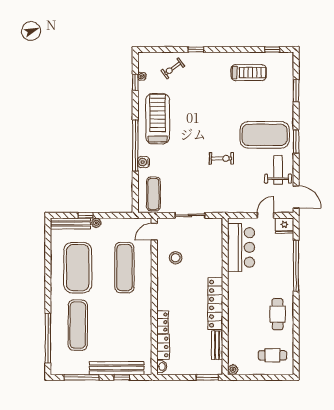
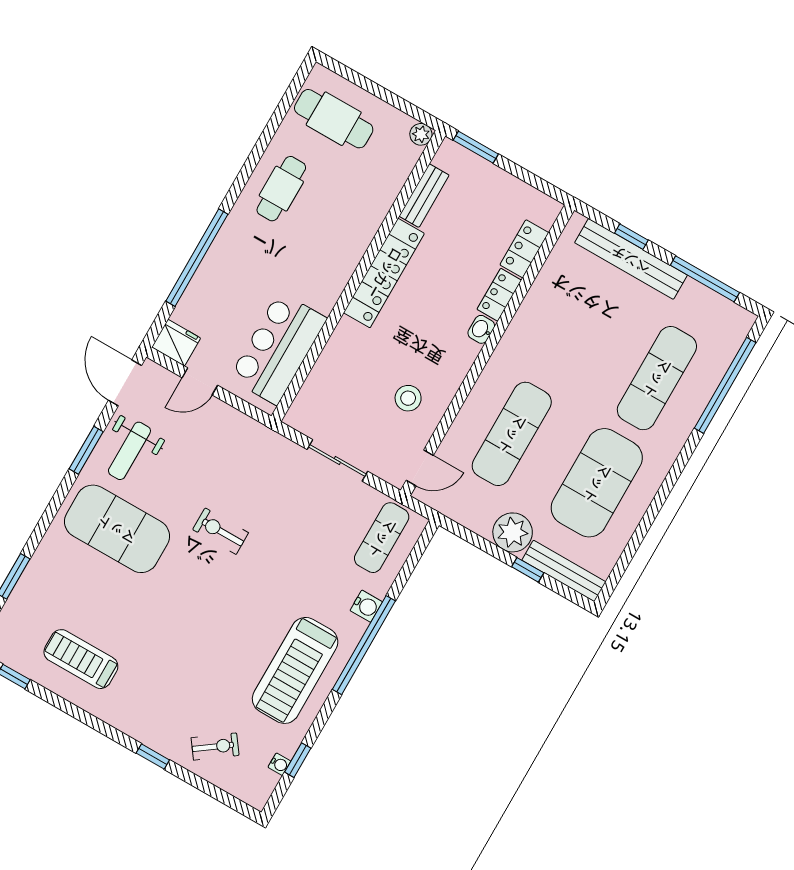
window: (296, 141) -> (86, 450), moved
plant: (96, 223) -> (513, 532), width x1.88, depth x1.88
cafe table: (273, 355) -> (334, 119), width x1.37, depth x1.35
washbasin: (162, 367) -> (481, 329), moved

